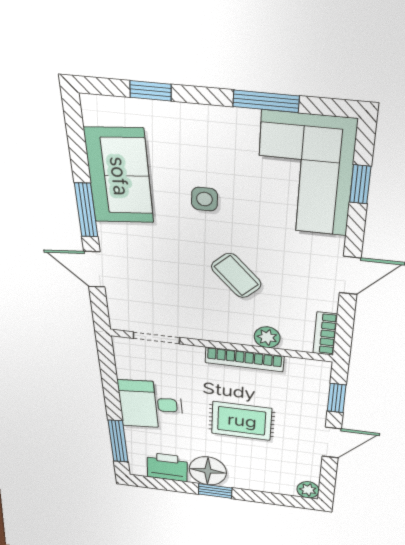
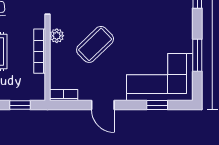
side table: (204, 199) -> (140, 26), removed
coffee table: (236, 276) -> (95, 44), width x1.36, depth x1.30
plant: (267, 337) -> (57, 36), moved

